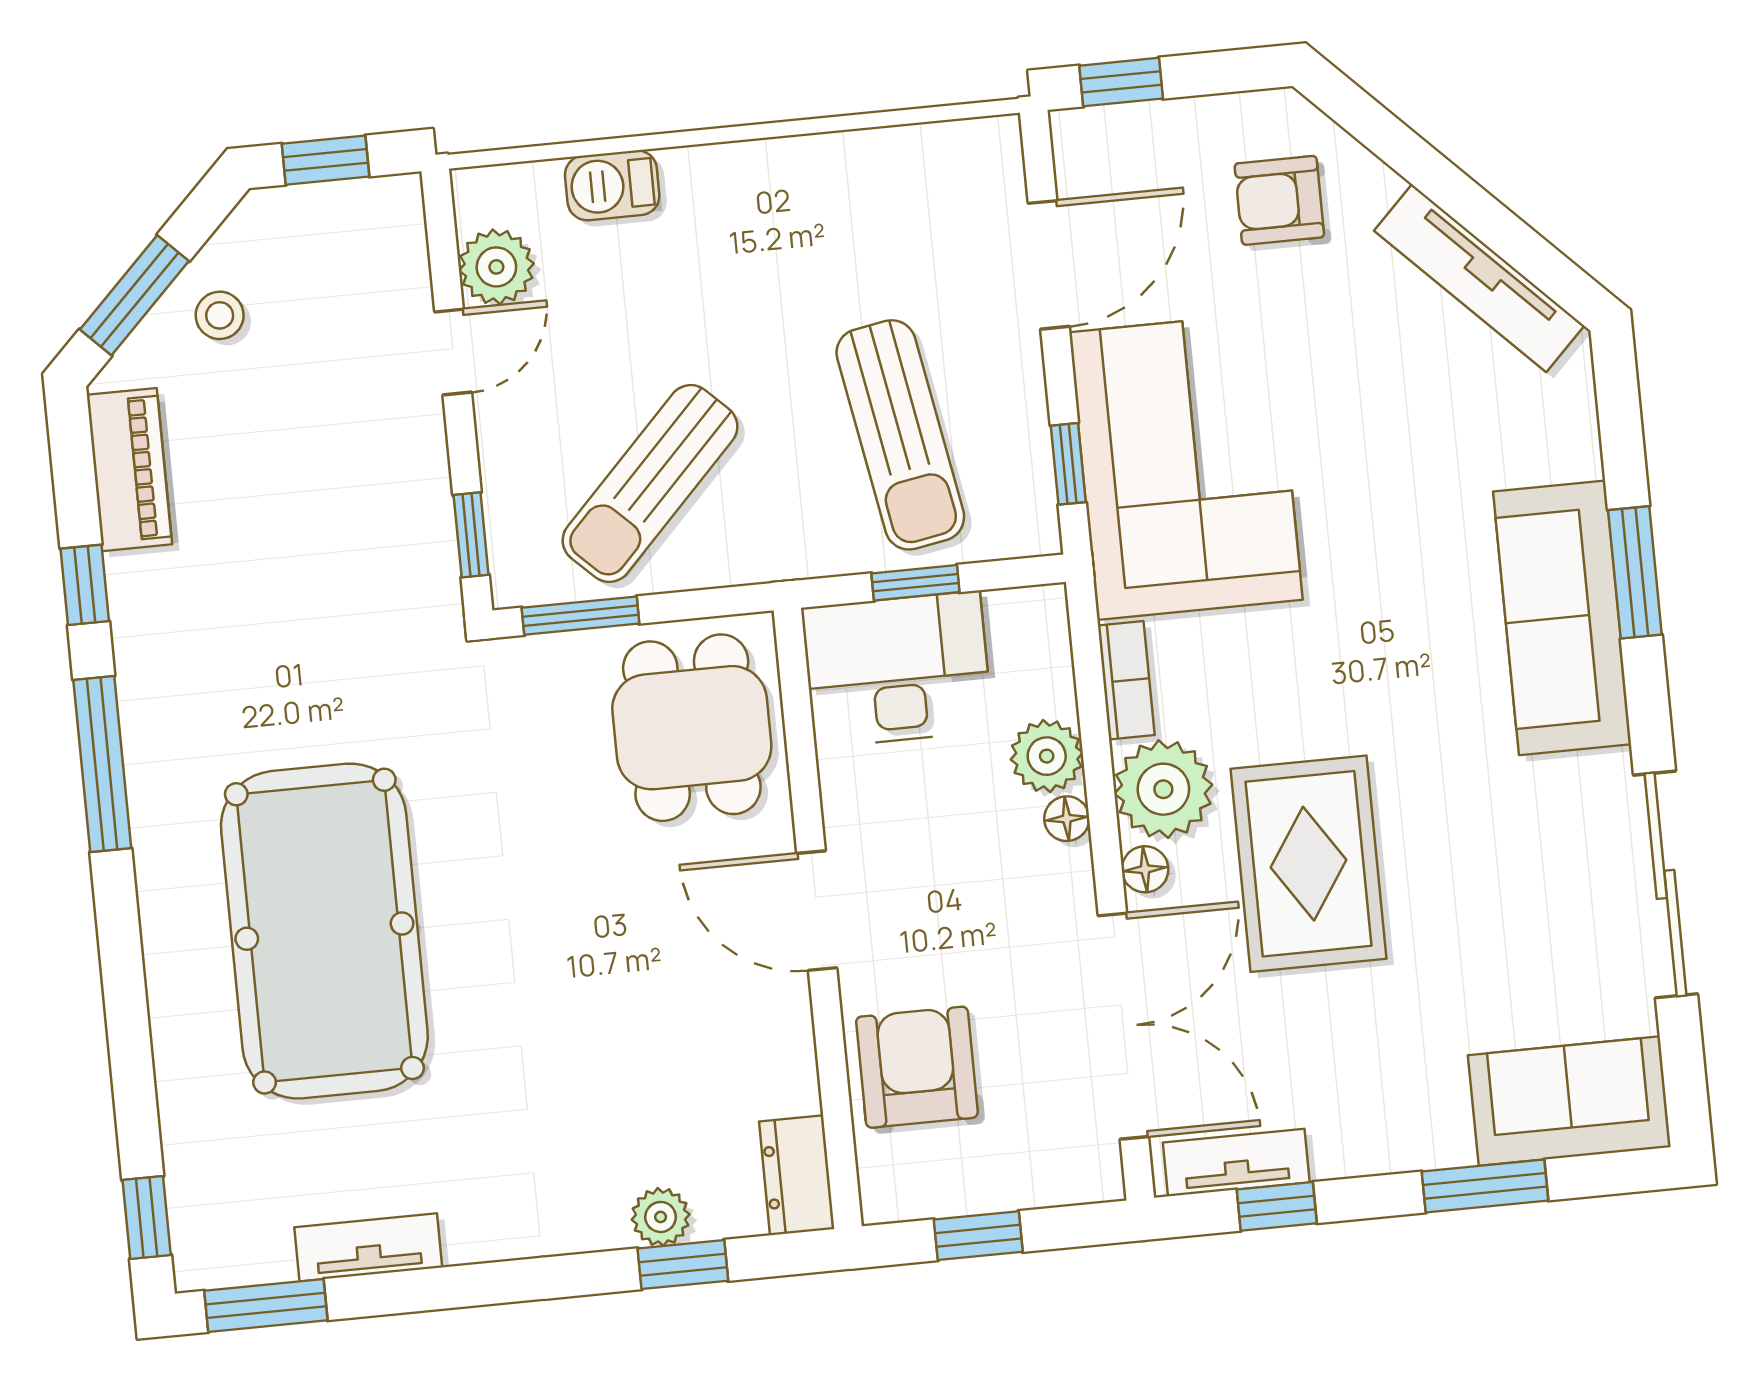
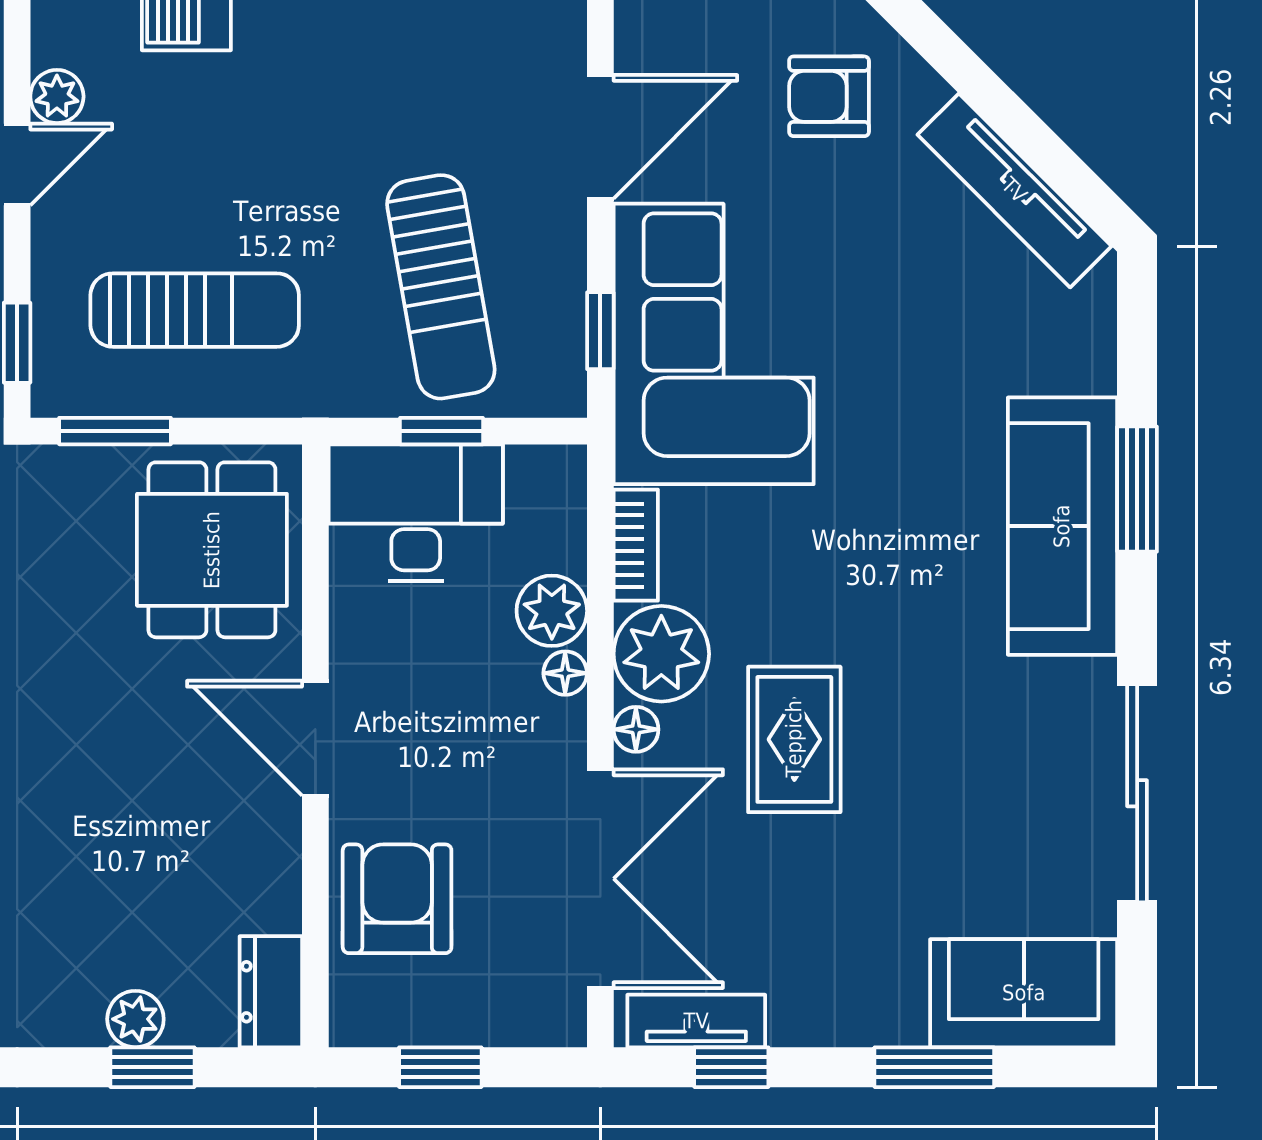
plant: (496, 267) -> (57, 96), width x0.73, depth x0.73
sun lounger: (650, 483) -> (195, 310), turned -134
rug: (1308, 864) -> (794, 739), width x0.73, depth x0.70

